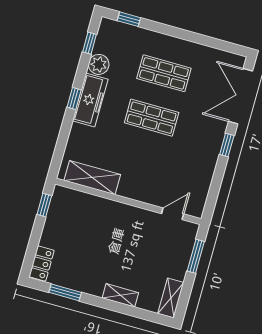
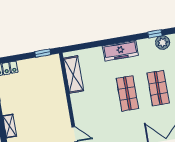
plant: (99, 64) -> (163, 43), moved
window: (74, 98) -> (117, 40), removed

